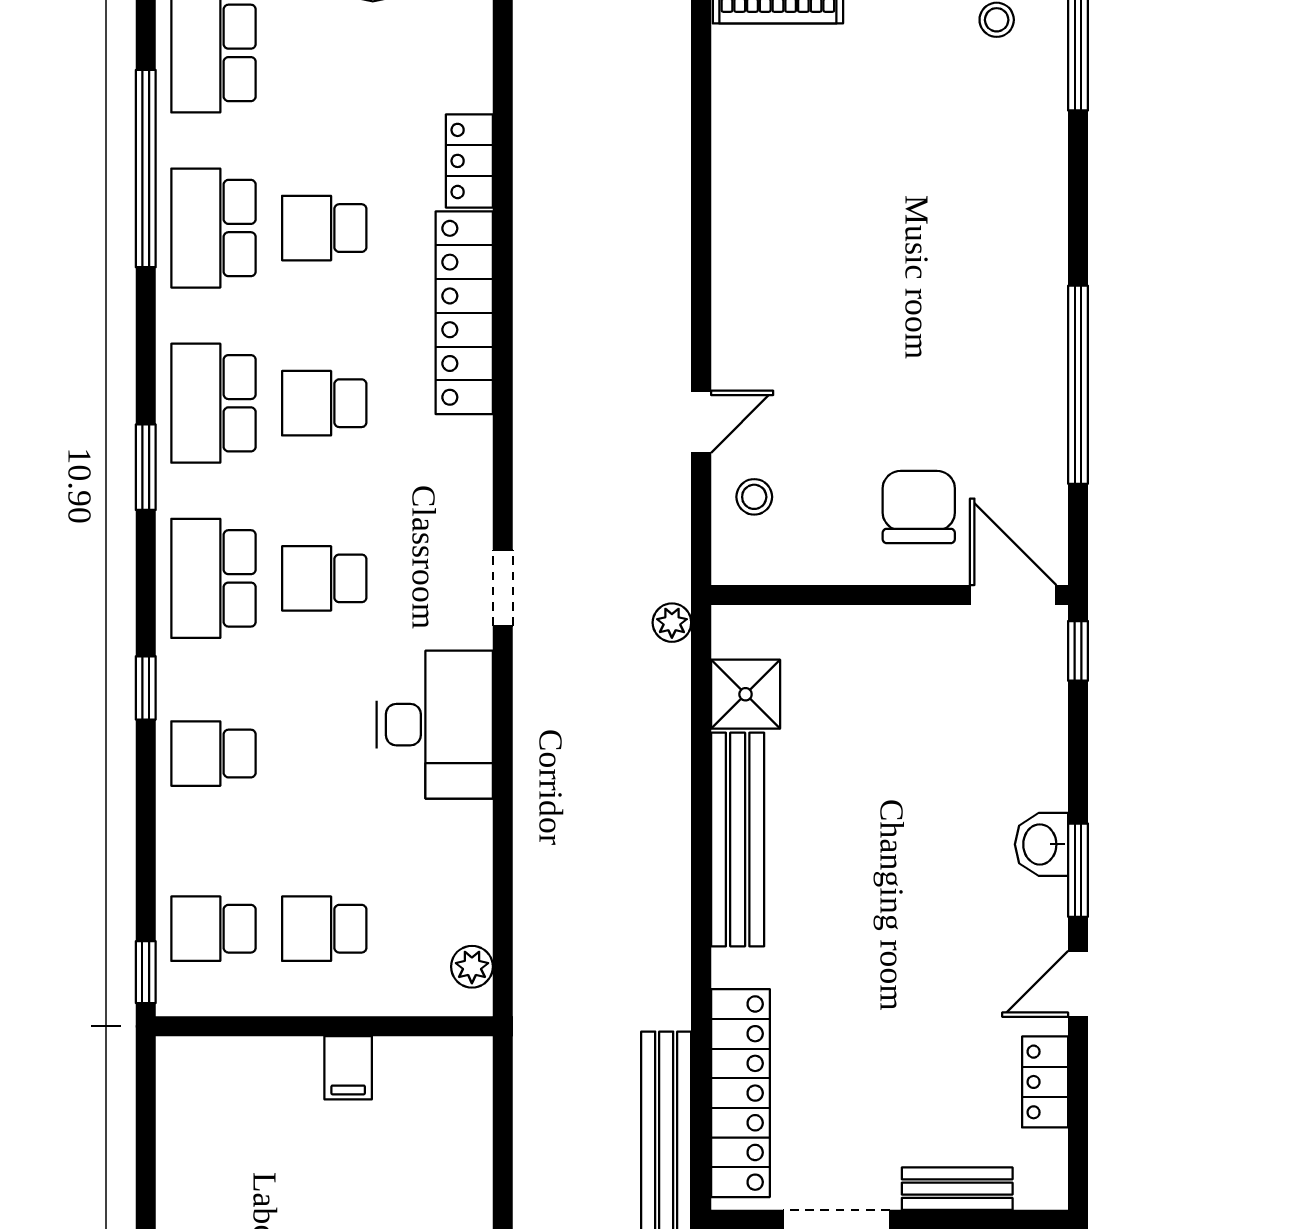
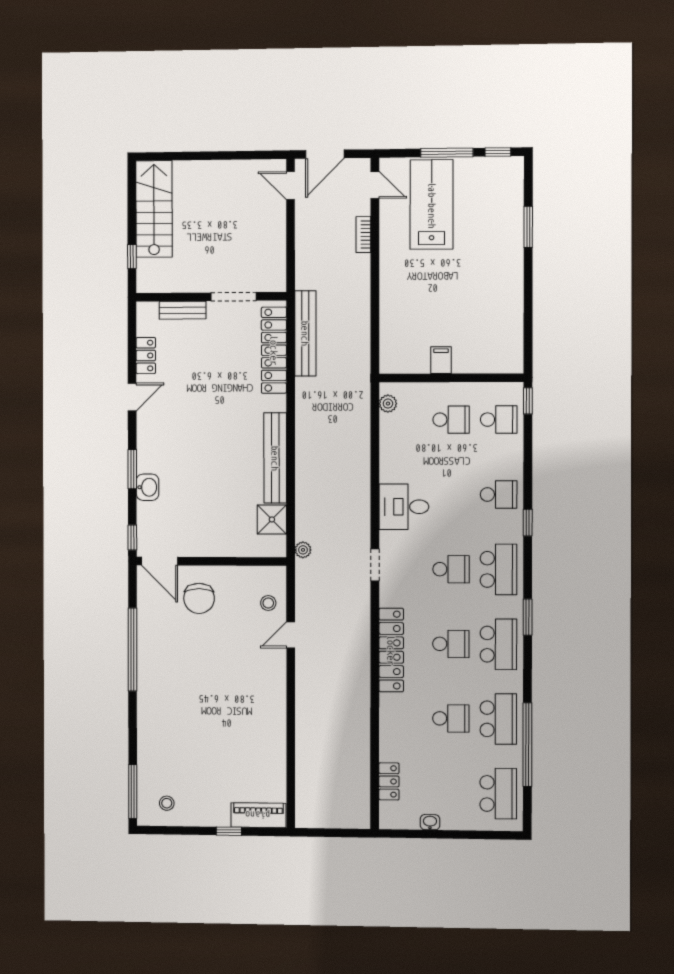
locker: (469, 161) -> (389, 781), moved
locker: (464, 313) -> (391, 650), moved
desk: (435, 725) -> (404, 507), width x0.73
washbasin: (1041, 844) -> (148, 487), moved
window: (1078, 870) -> (132, 469), moved

